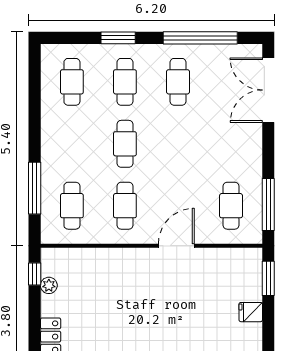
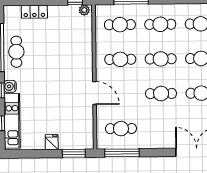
cafe table: (72, 144) -> (160, 24), added
cafe table: (178, 144) -> (161, 94), added
plant: (49, 285) -> (84, 10), moved

